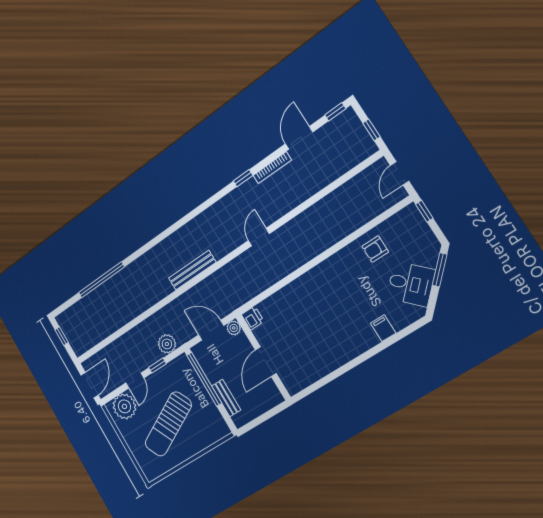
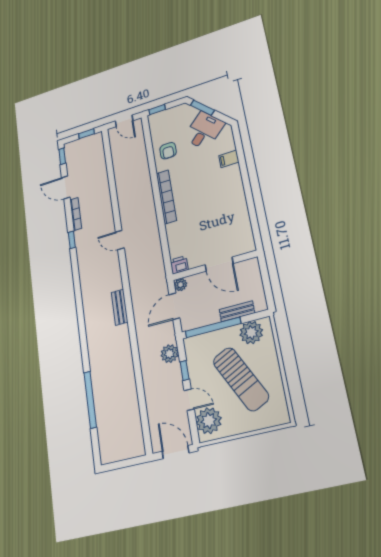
bench: (192, 270) -> (120, 307), width x0.73
bookcase: (321, 271) -> (166, 197), added
window: (62, 336) -> (120, 464), removed
plant: (211, 420) -> (251, 333), added

